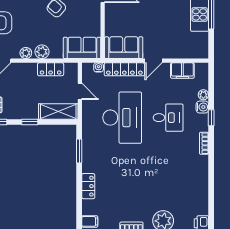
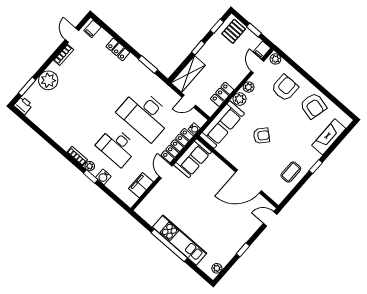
sofa: (82, 48) -> (222, 125), width x1.36
plant: (203, 95) -> (90, 166), moved
desk: (168, 118) -> (117, 147), width x1.37

